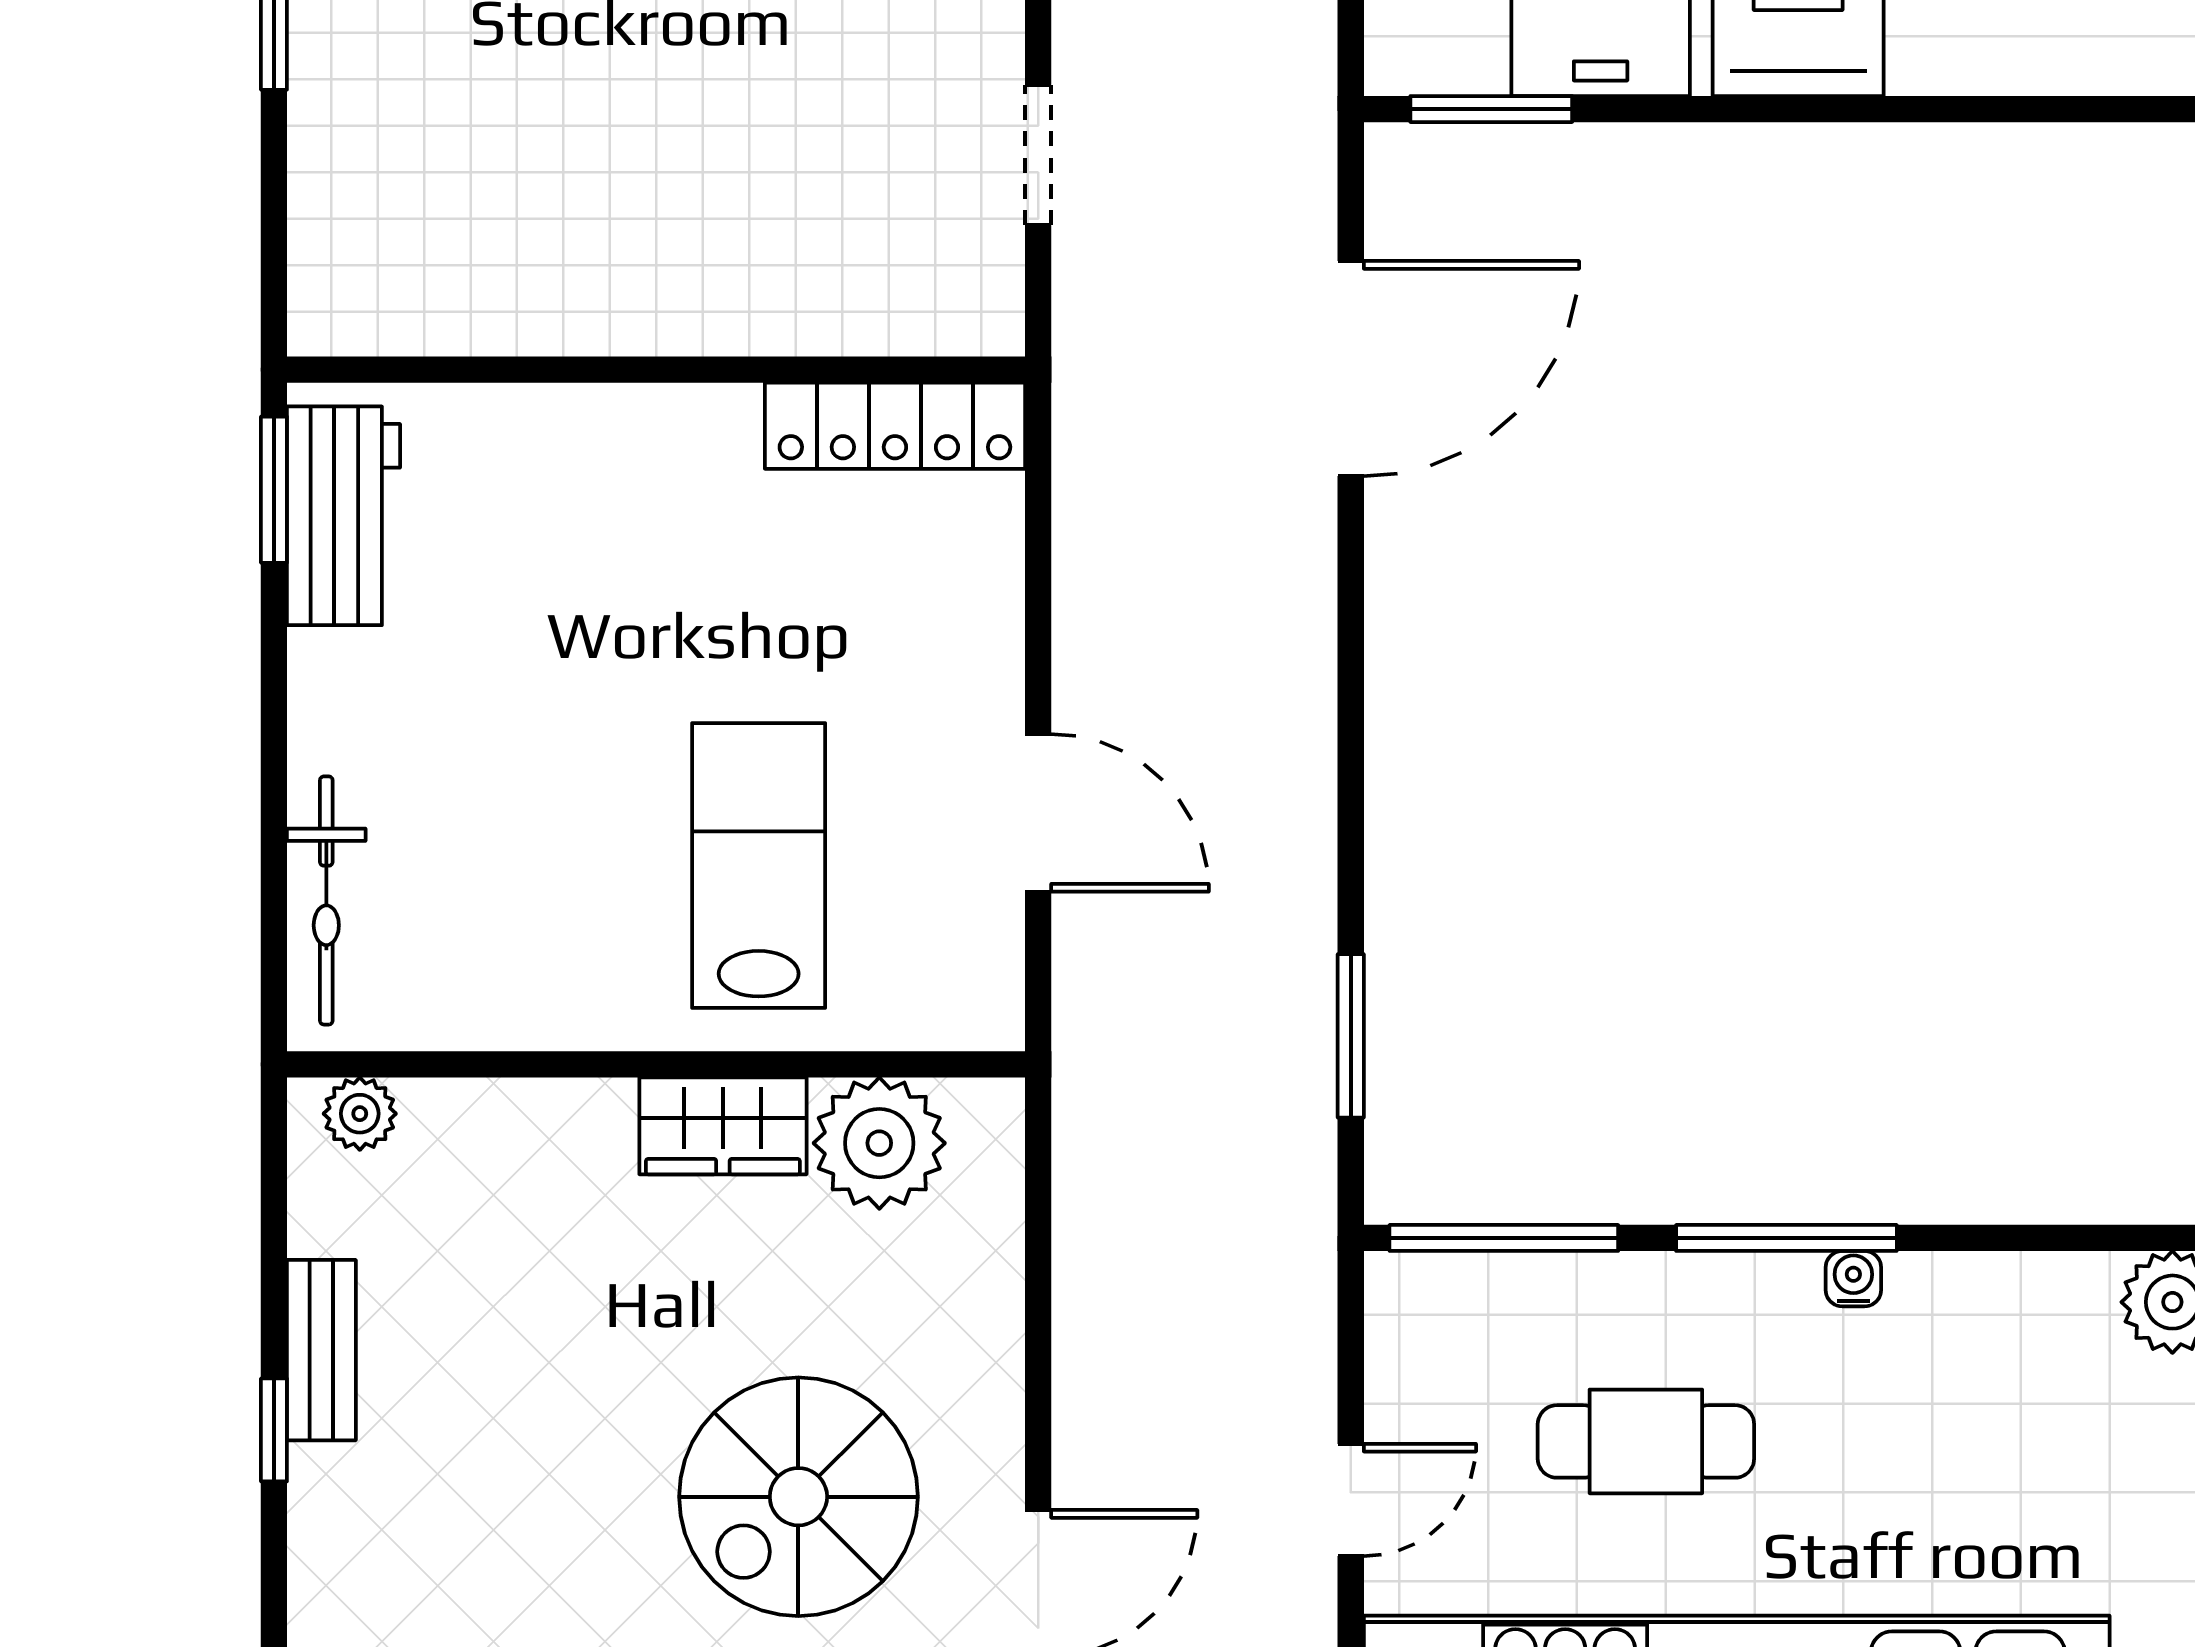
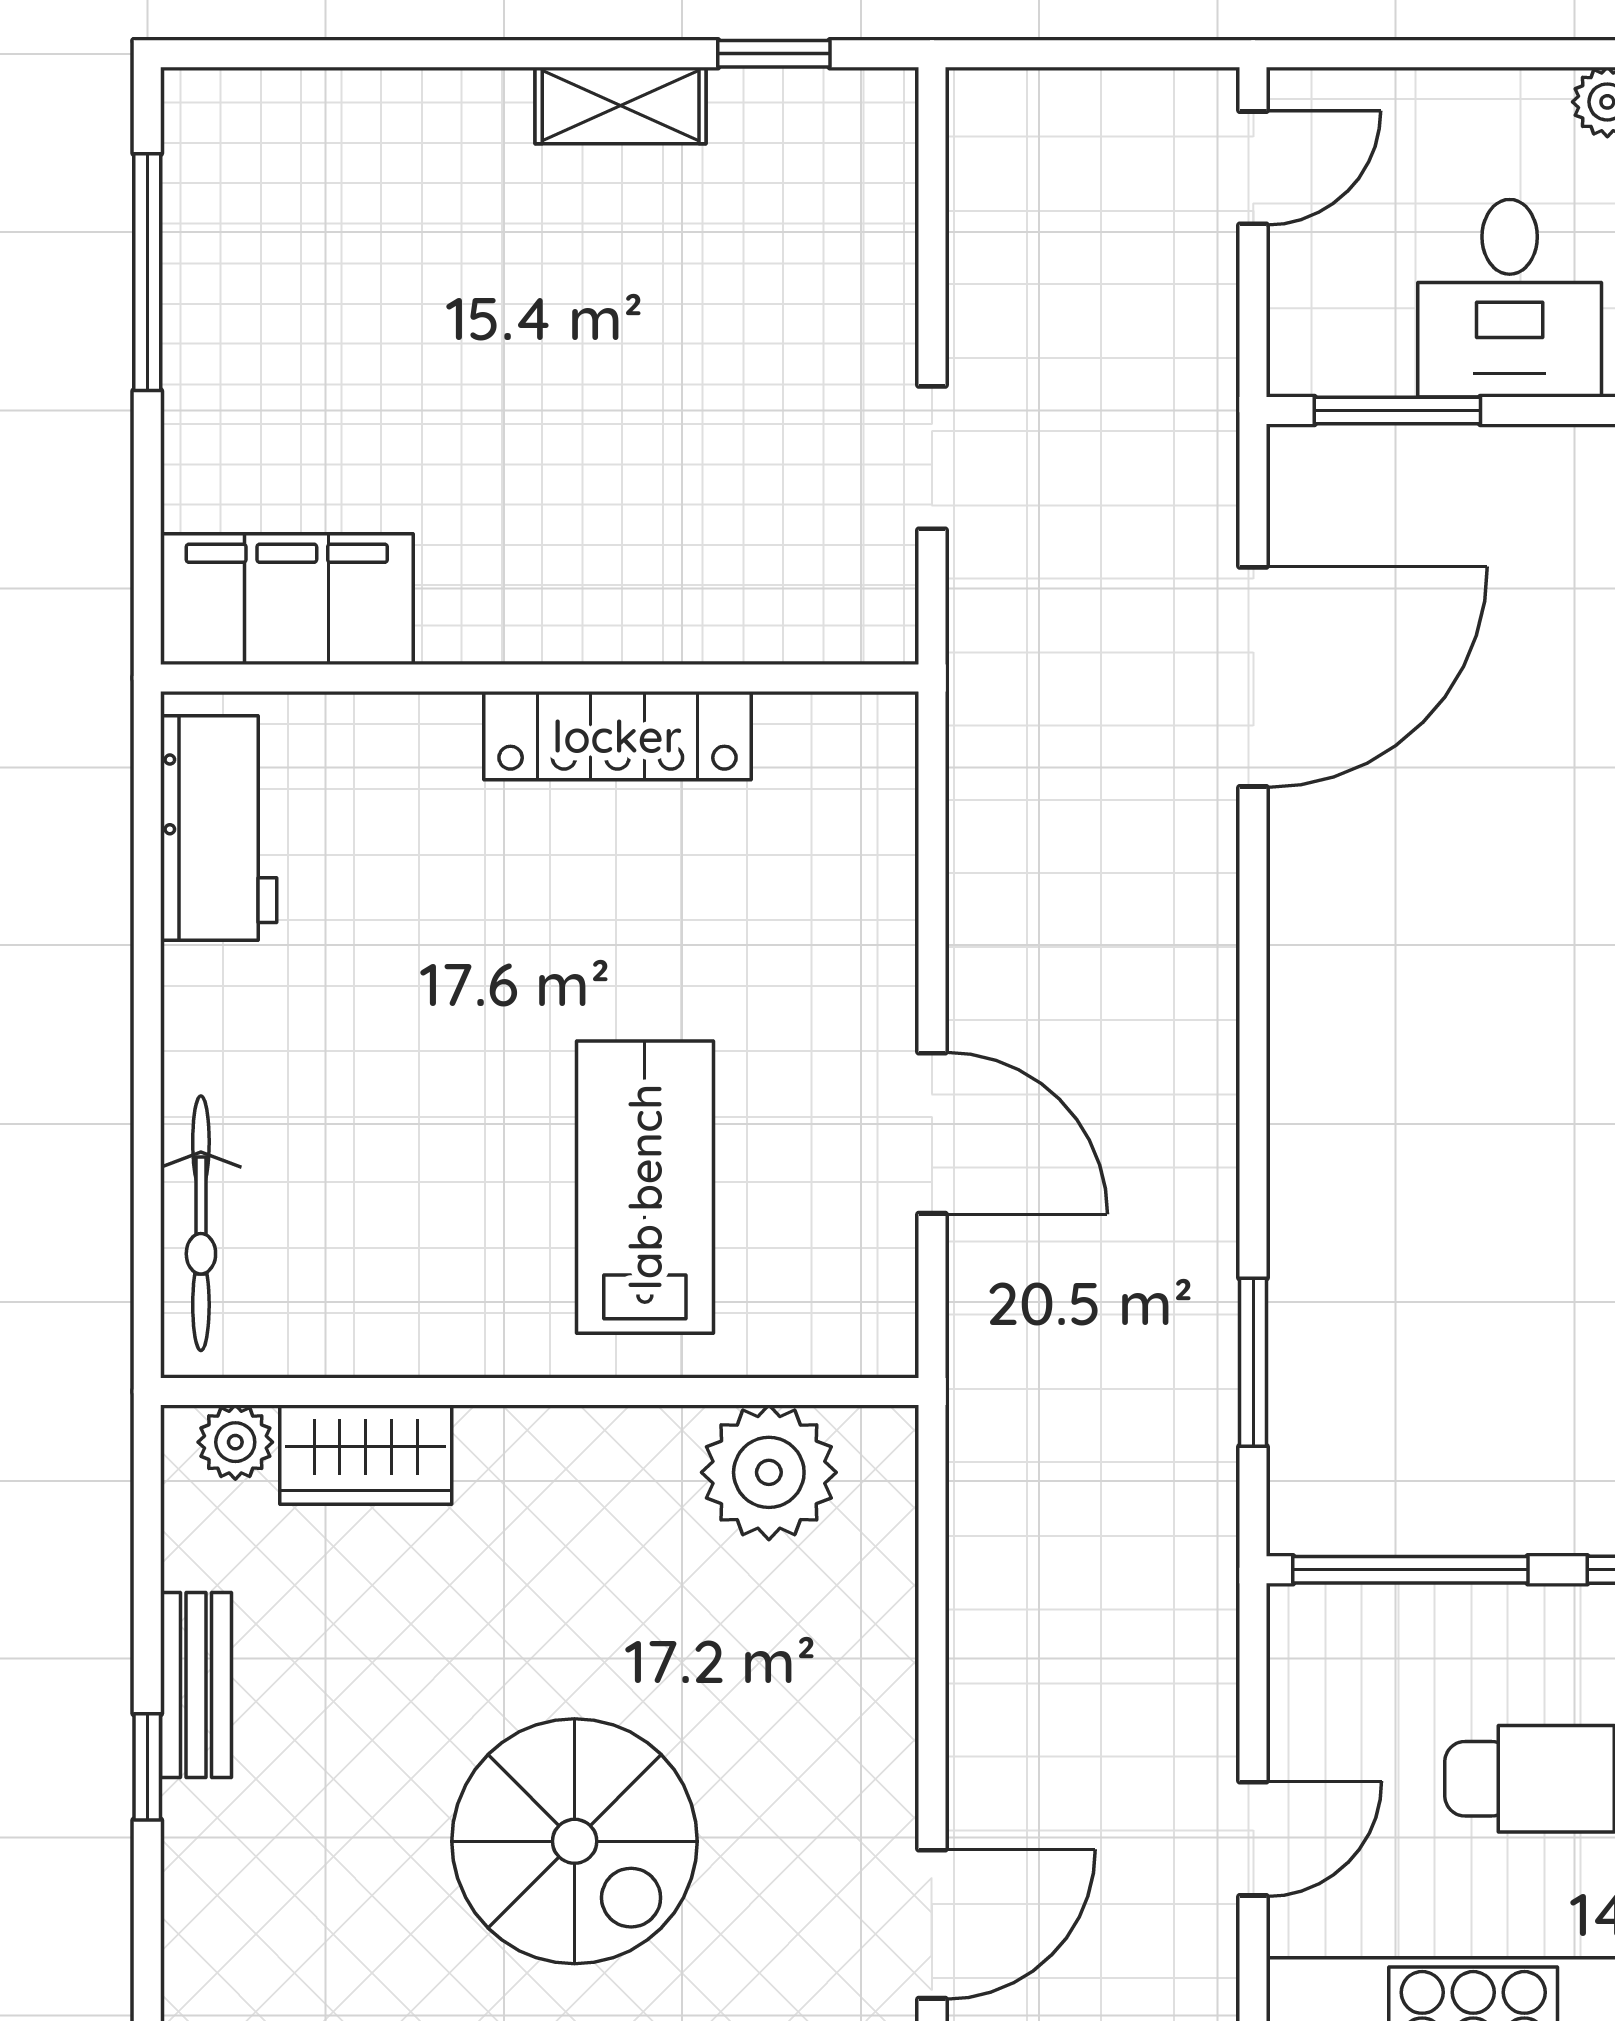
filing cabinet: (410, 293) -> (287, 599), added
locker: (895, 426) -> (617, 736), moved
window: (274, 490) -> (147, 801), removed
wardrobe: (723, 1126) -> (366, 1455), moved
spiral stairs: (798, 1497) -> (575, 1841), moved, turned -90

